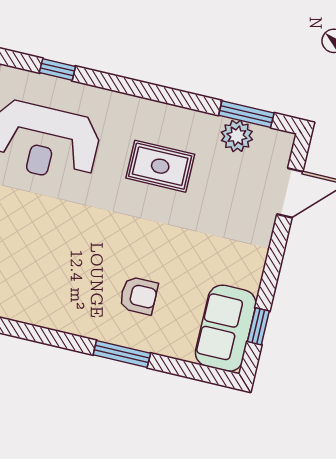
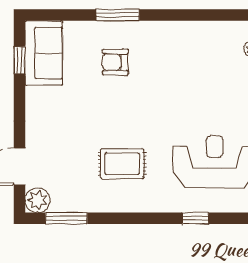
window: (57, 69) -> (195, 218), moved
plant: (237, 136) -> (38, 200), moved

